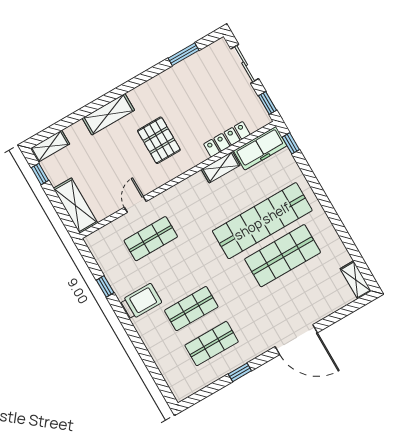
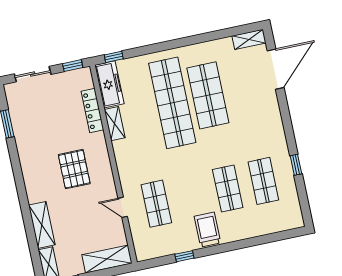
shelving: (108, 114) -> (42, 225), moved
pallet: (159, 140) -> (74, 169), turned 90
door: (296, 340) -> (276, 69), moved

